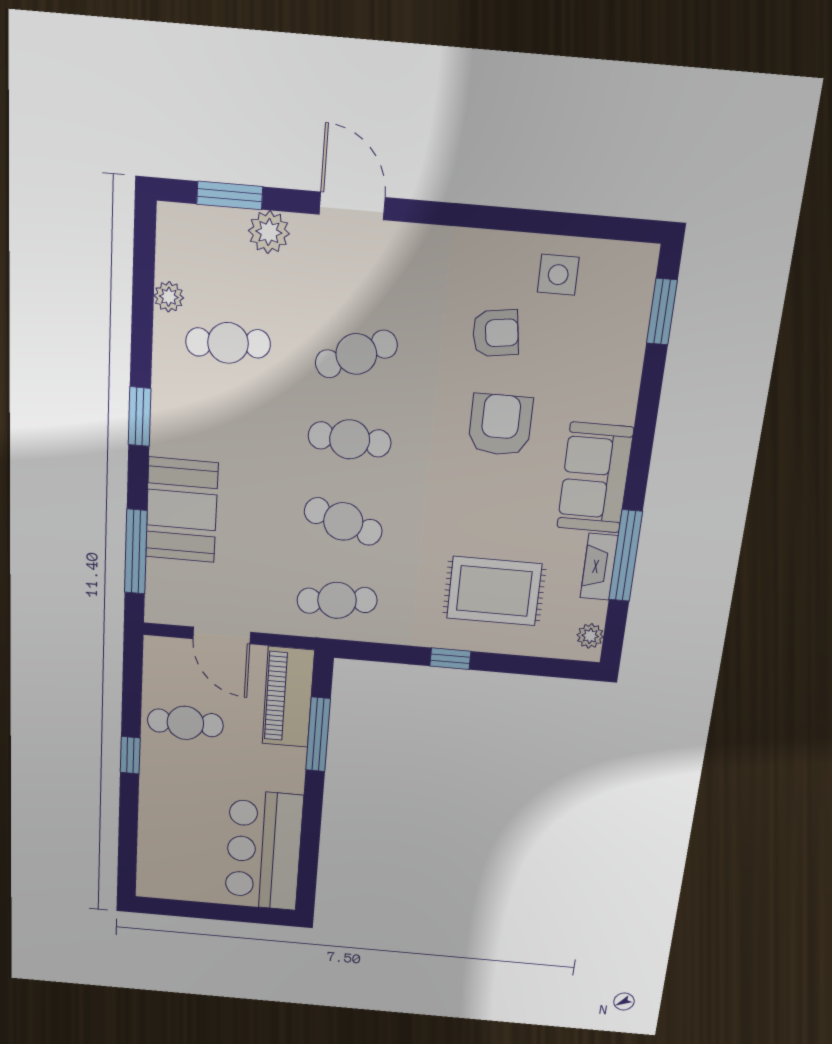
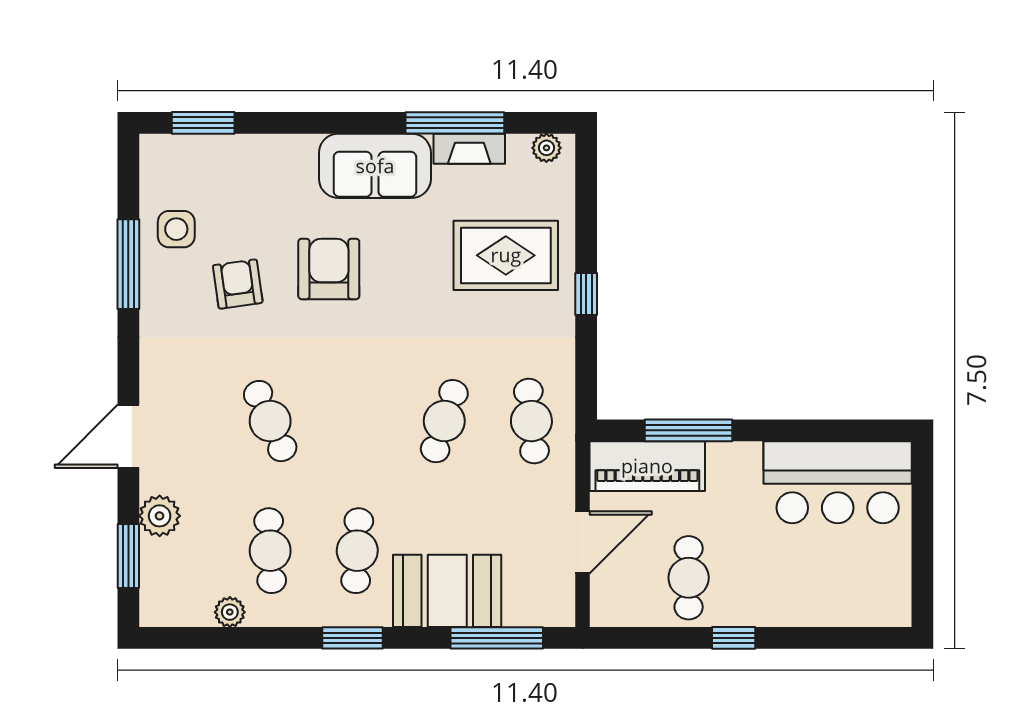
window: (529, 221) -> (128, 264), added
armchair: (500, 425) -> (329, 269), turned 90
cafe table: (350, 439) -> (357, 551), moved
rug: (494, 591) -> (506, 255), turned 90

